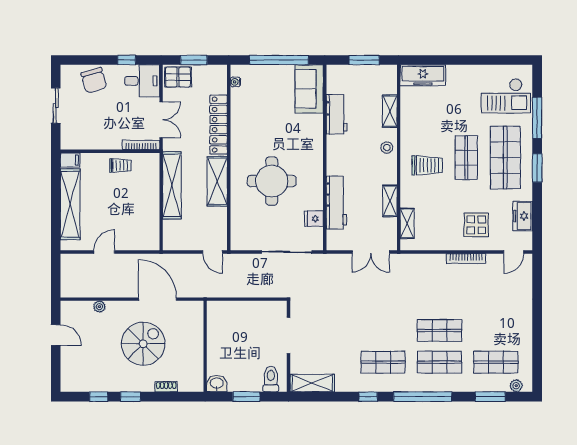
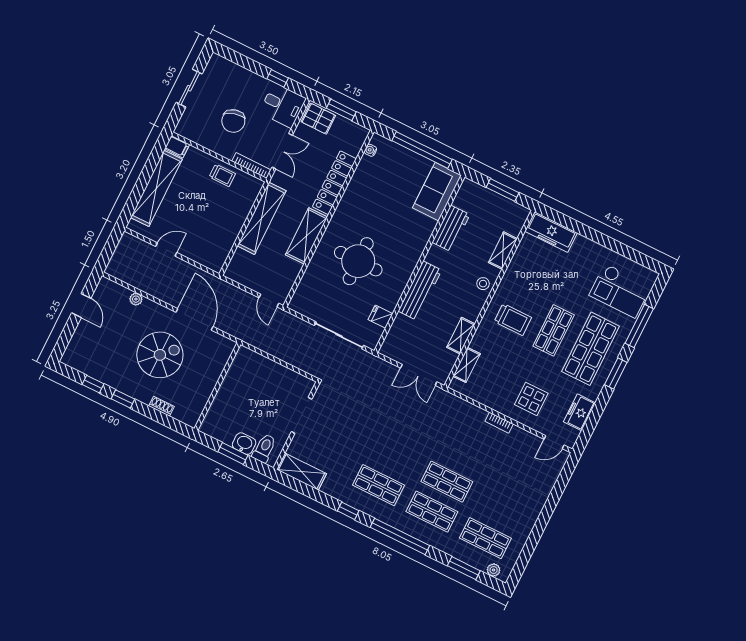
chair: (94, 80) -> (233, 121), moved
workbench: (336, 203) -> (420, 291), moved
bookcase: (466, 259) -> (499, 423), width x0.64
washbasin: (217, 383) -> (244, 444), moved

